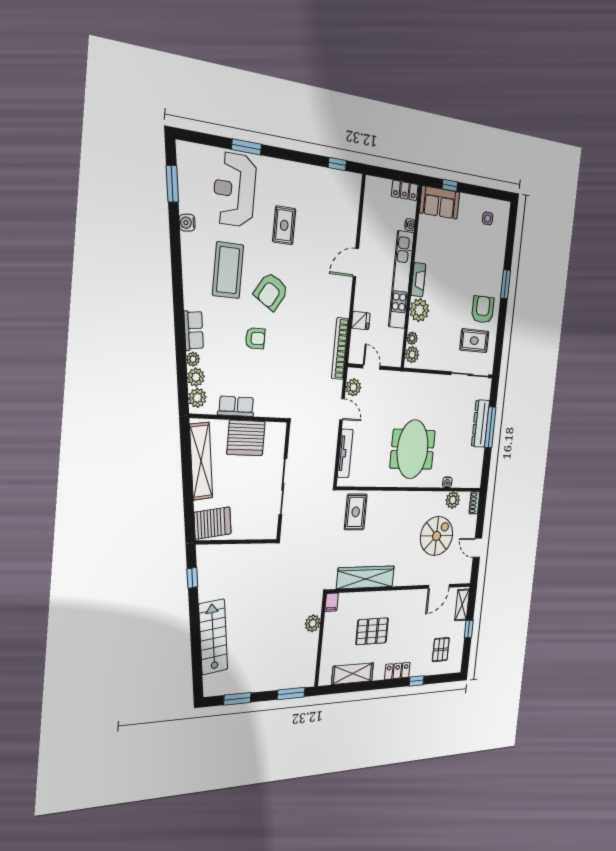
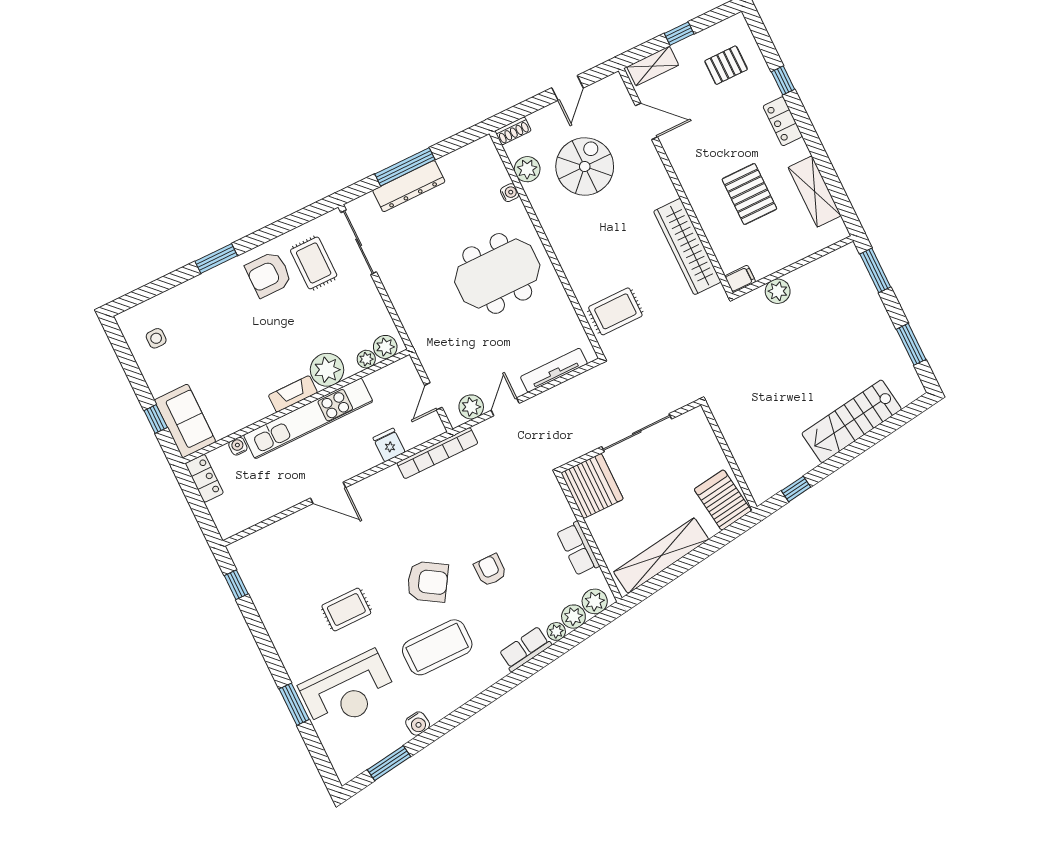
server rack: (246, 438) -> (592, 486), moved
spiral stairs: (437, 536) -> (585, 166), turned 90

